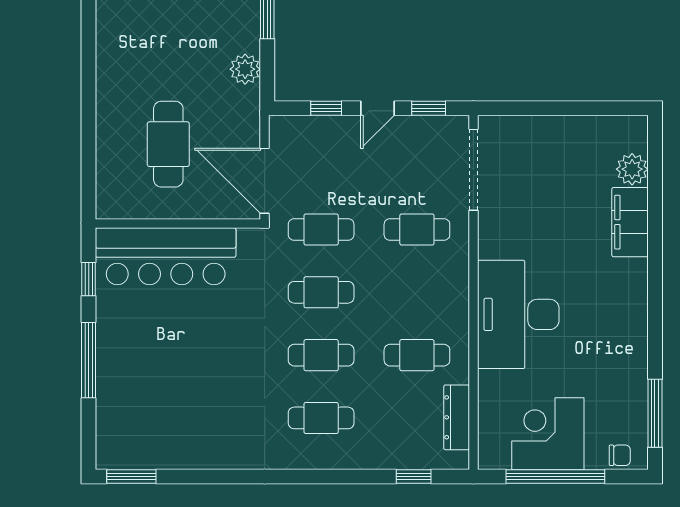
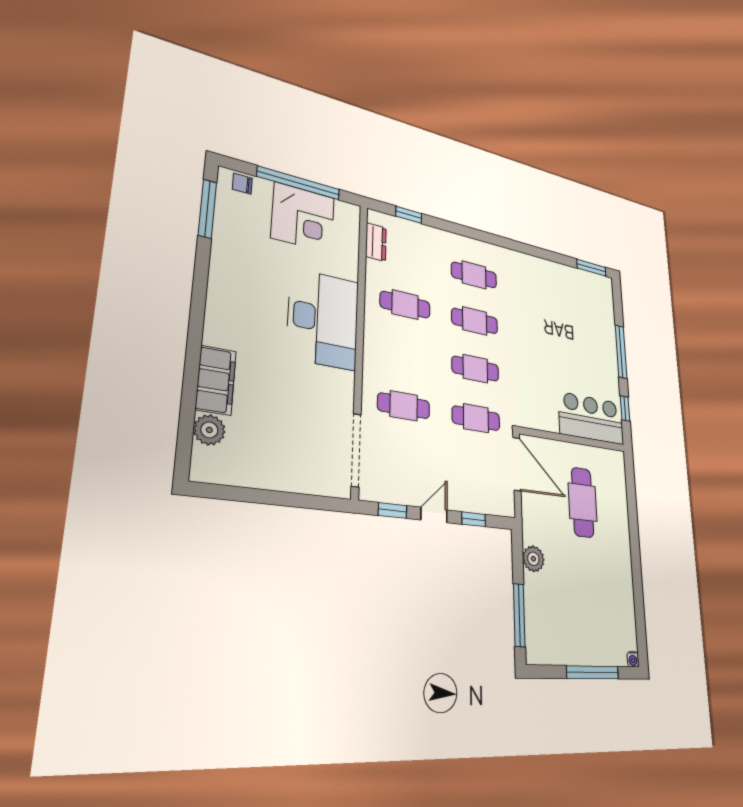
bar counter: (166, 256) -> (591, 418), width x0.73
dresser: (457, 417) -> (376, 242), width x0.70

